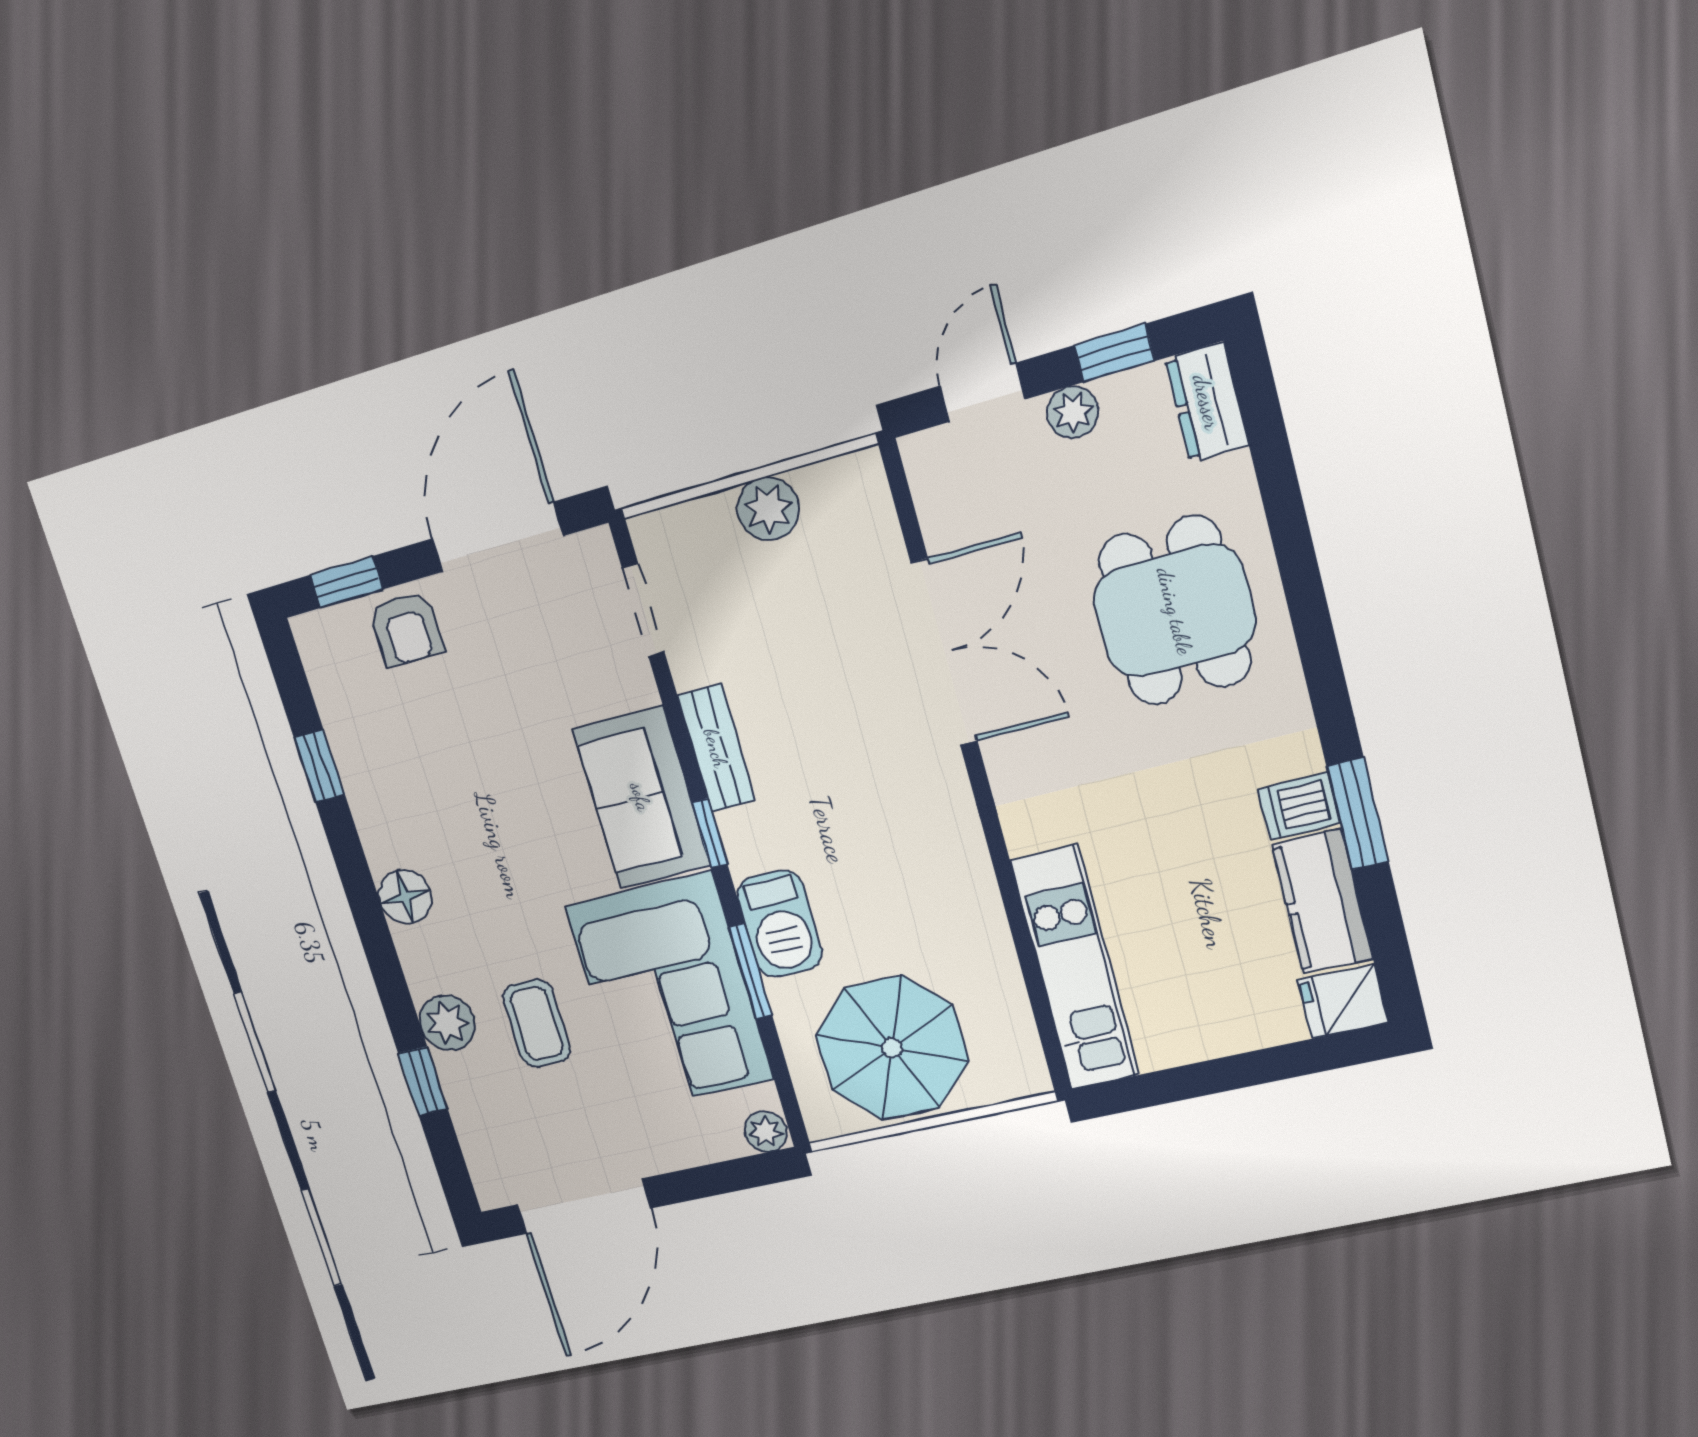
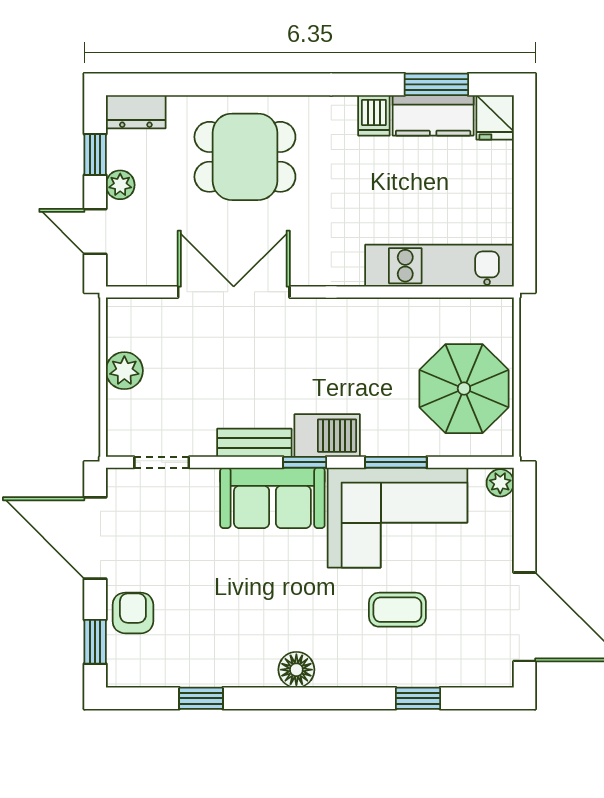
armchair: (406, 629) -> (133, 613), turned -90
window: (1358, 814) -> (436, 84), moved
barbecue: (780, 924) -> (327, 436), moved
plant: (447, 1023) -> (384, 669), removed

